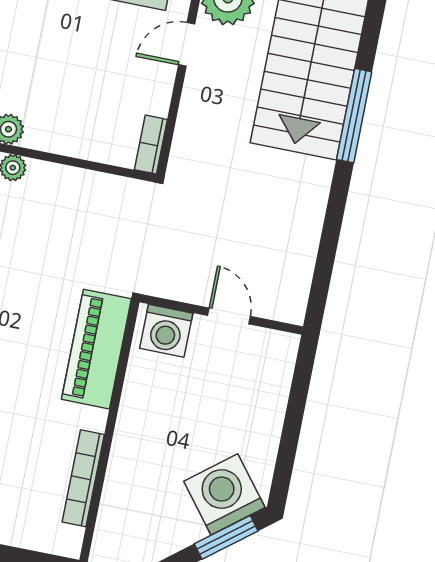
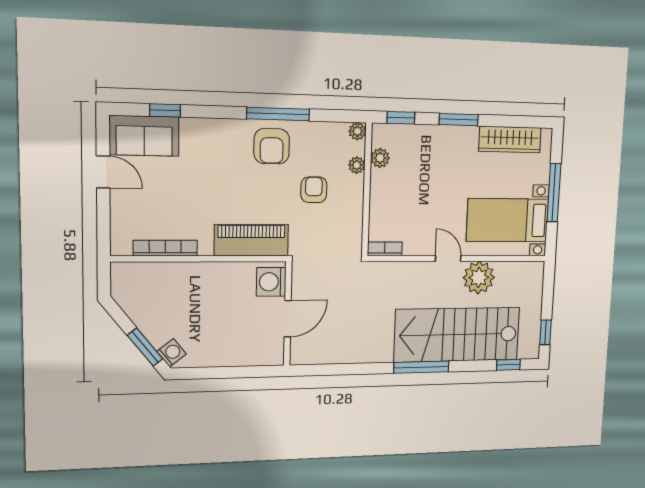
armchair: (38, 241) -> (314, 190), added
door: (229, 316) -> (288, 319), width x1.38
washing machine: (224, 494) -> (171, 353), width x0.53, depth x0.53

